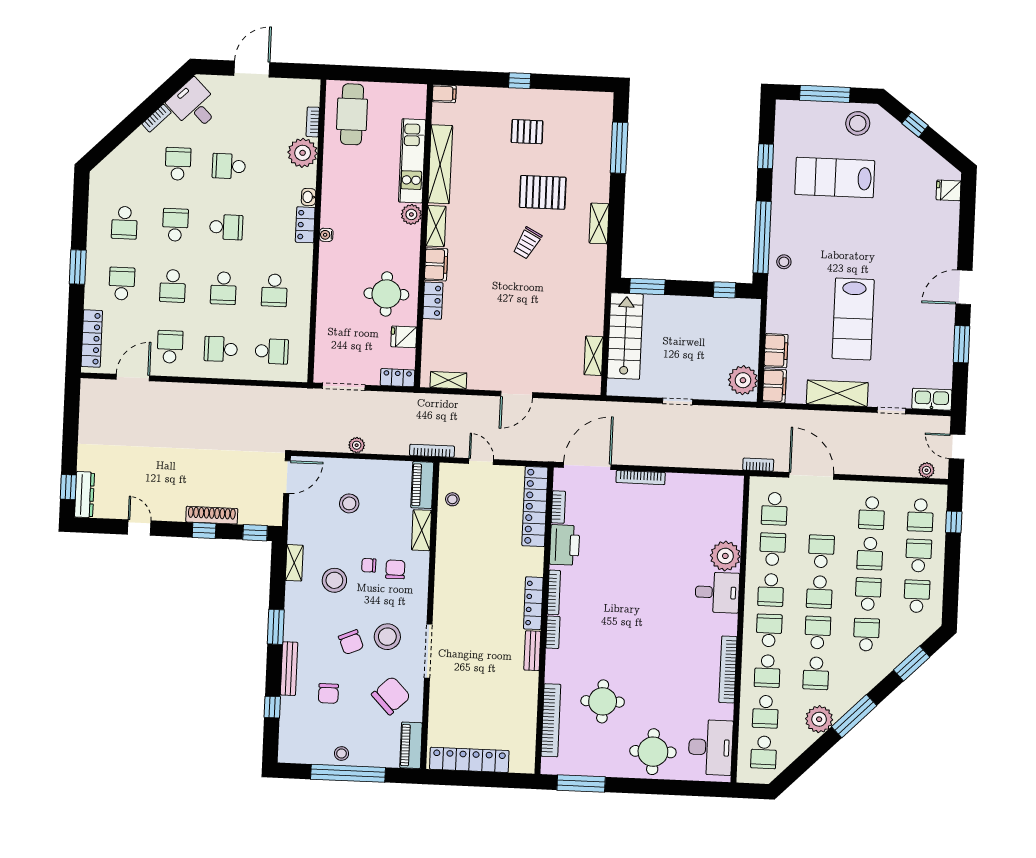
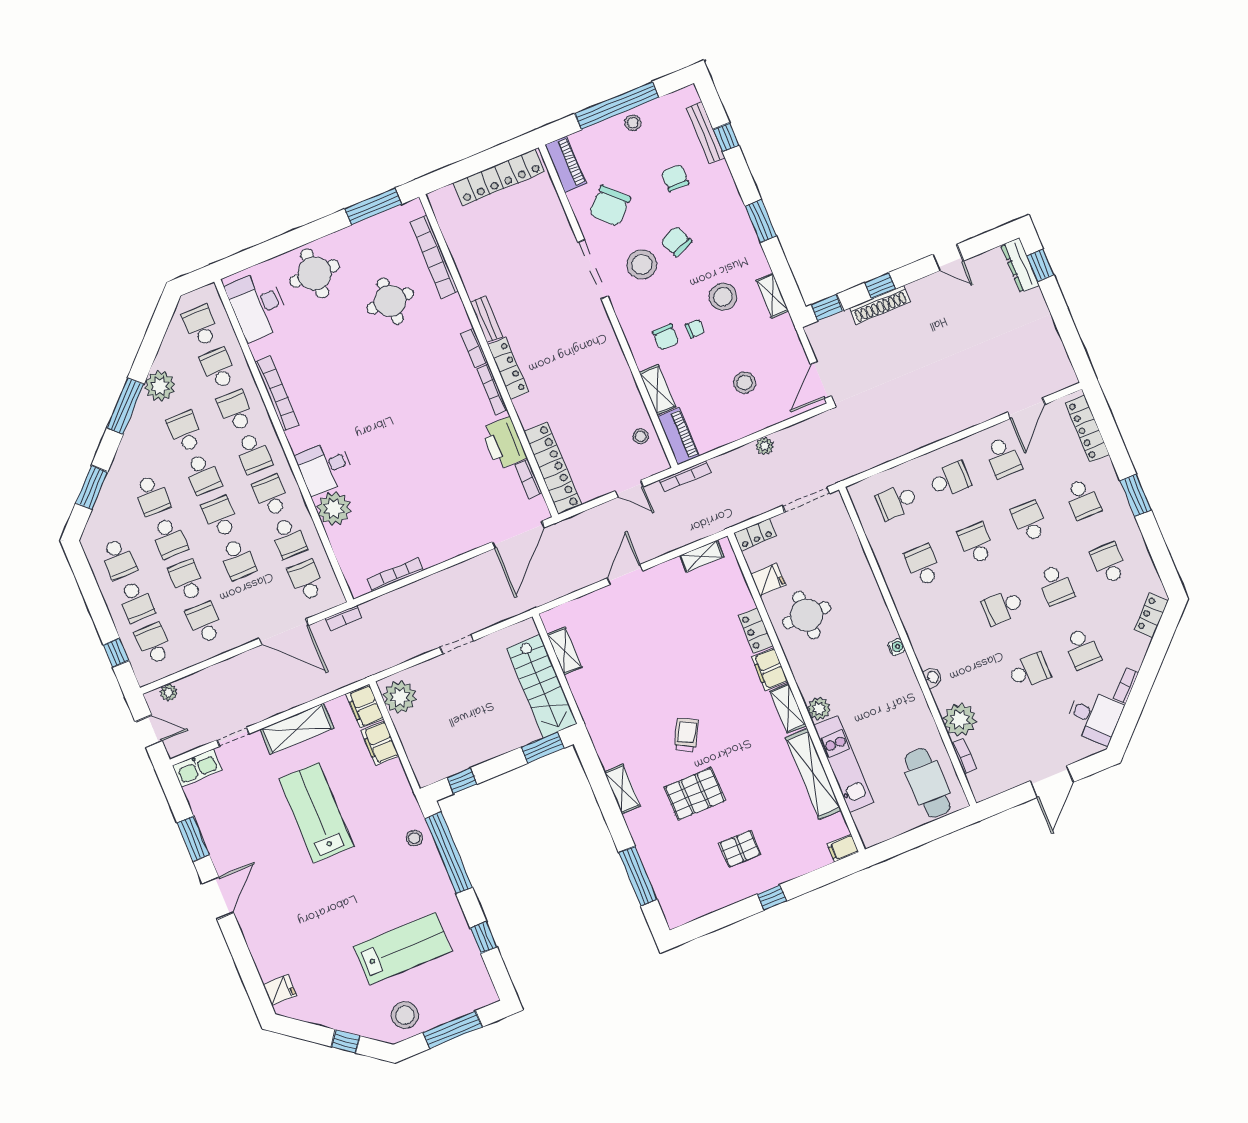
locker: (305, 225) -> (1151, 615), moved, turned -135
bookcase: (641, 478) -> (395, 575), moved
bench: (289, 669) -> (706, 133), moved

